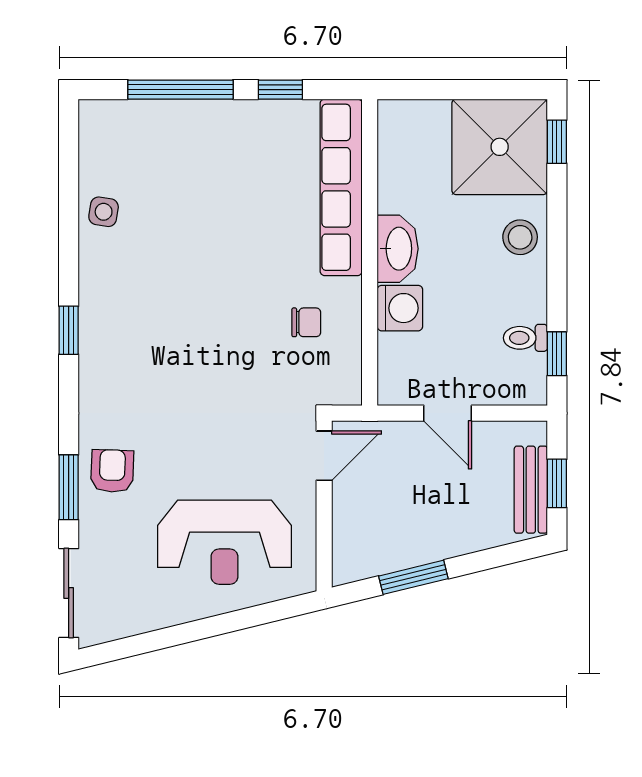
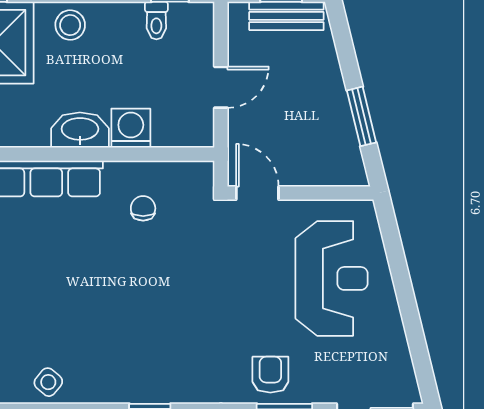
side table: (104, 212) -> (48, 382), turned 31
armchair: (112, 471) -> (270, 375), turned 88

